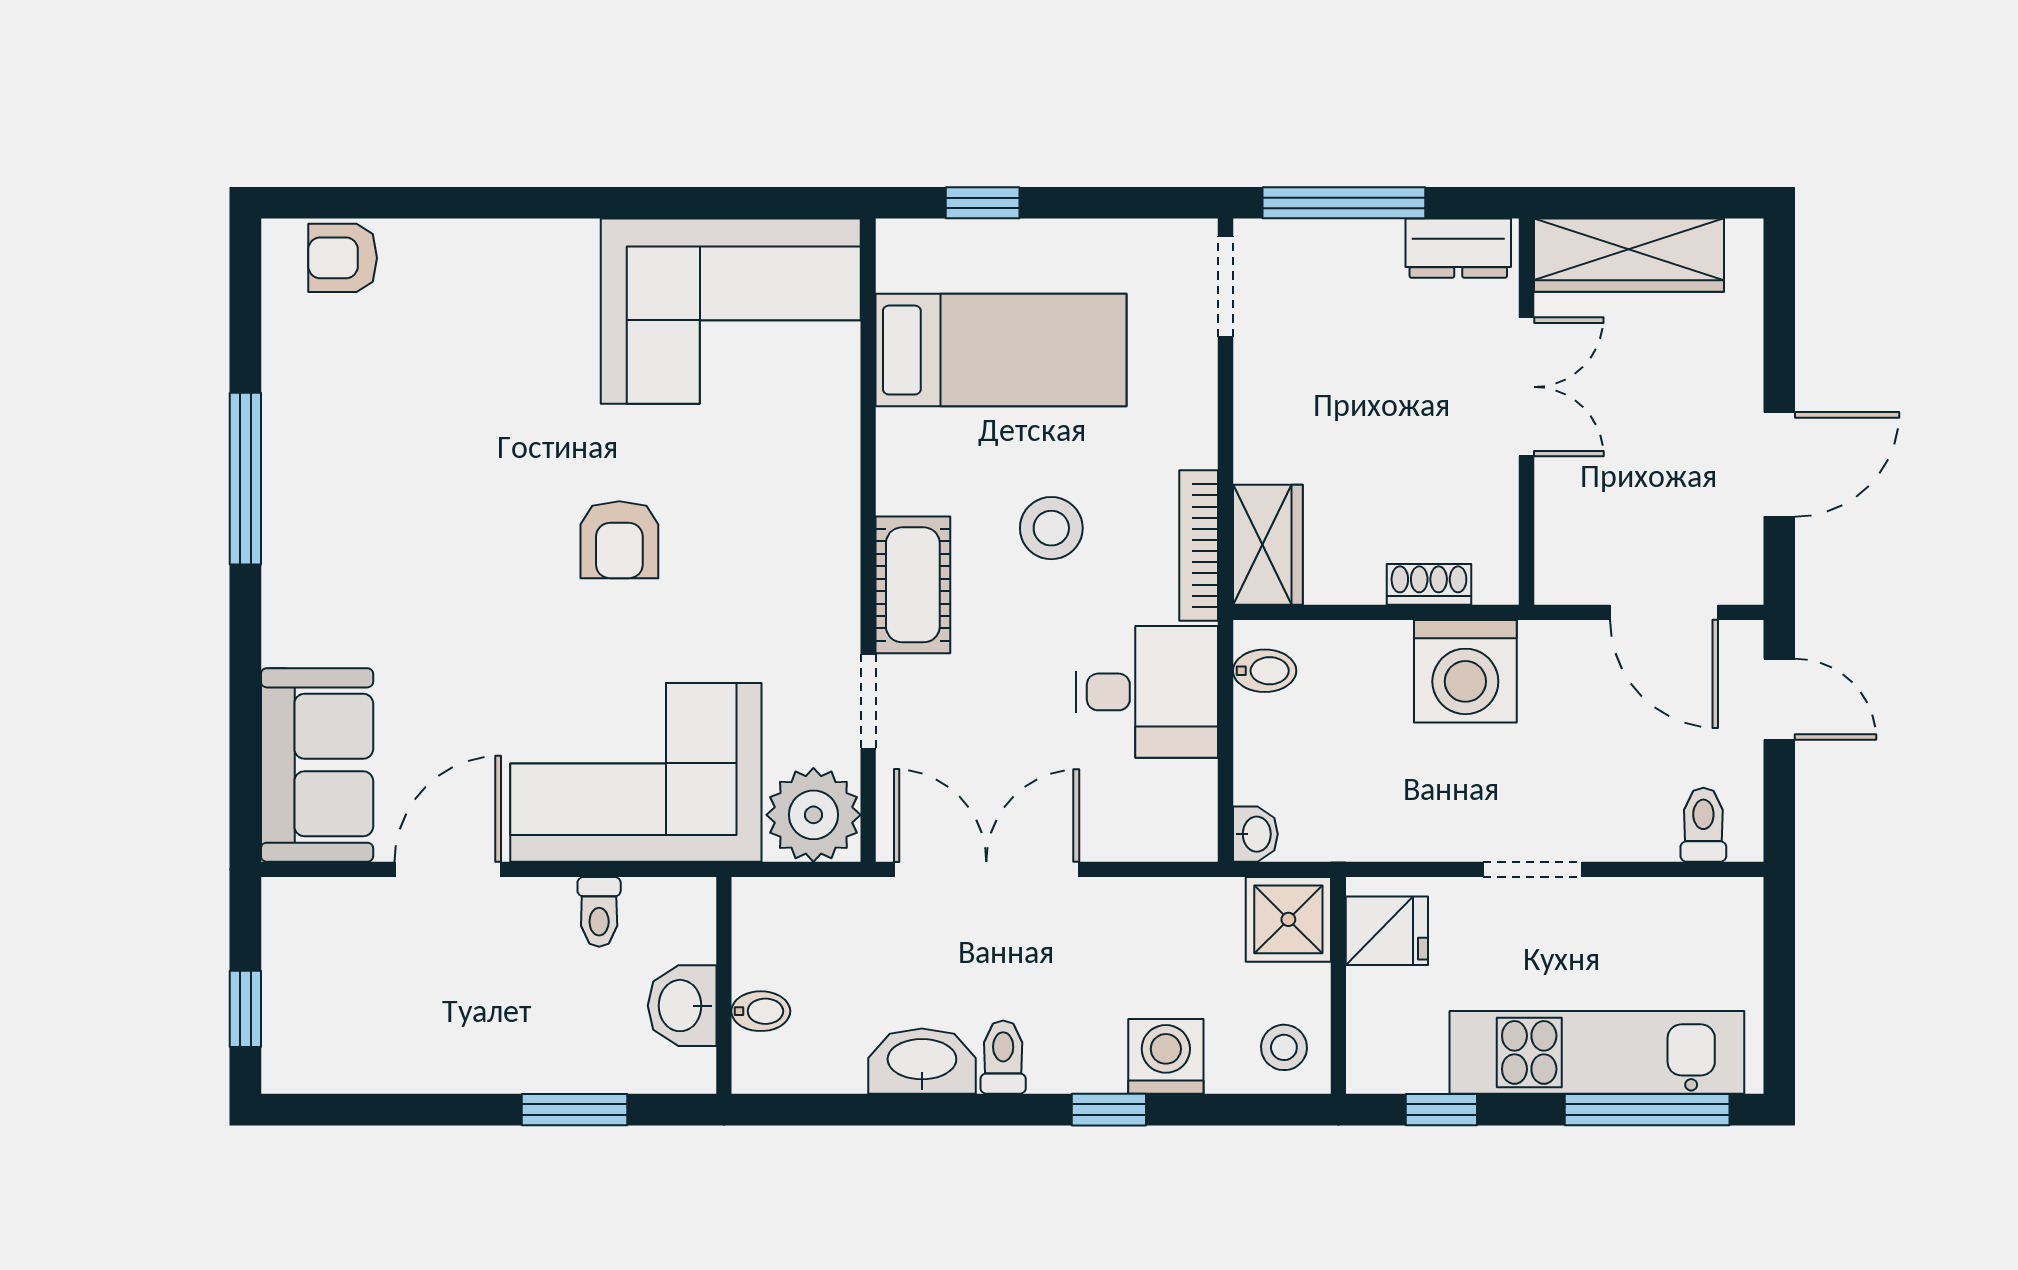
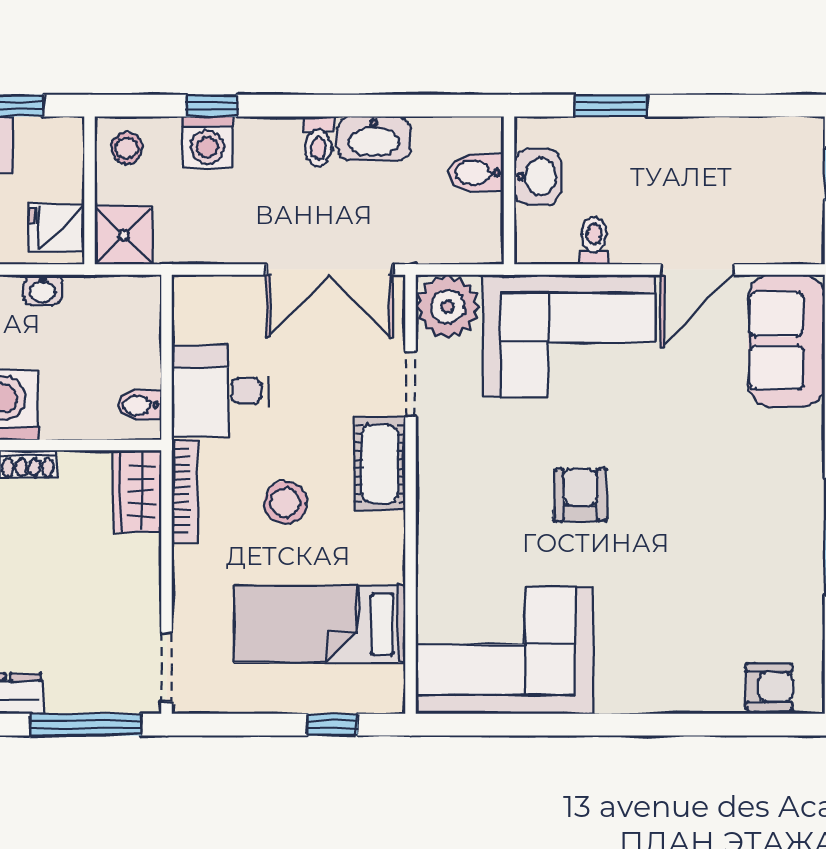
washbasin: (1255, 834) -> (43, 290), moved, turned -90
bidet: (761, 1011) -> (477, 173), width x1.38, depth x1.36
window: (1109, 1110) -> (211, 106), moved

